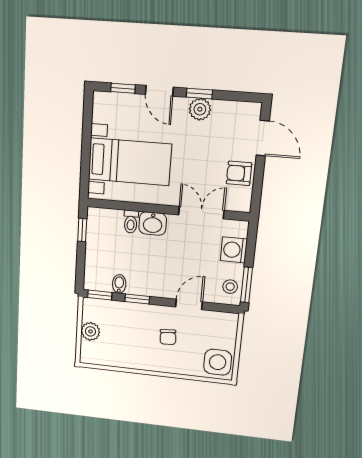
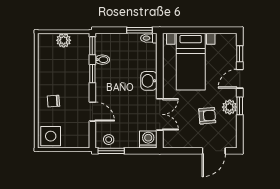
armchair: (239, 173) -> (207, 116), moved, turned 85
toilet: (131, 222) -> (149, 38), moved
window: (82, 230) -> (140, 30), width x1.50
washing machine: (234, 250) -> (148, 139), moved
chair: (168, 337) -> (53, 101), moved

